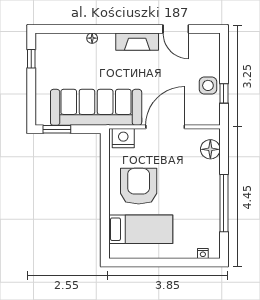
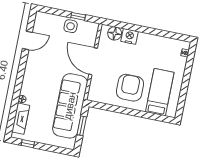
fireplace: (137, 42) -> (21, 119), moved
window: (57, 129) -> (82, 126), moved
nightstand: (123, 138) -> (130, 36), moved, turned 90
armchair: (139, 186) -> (130, 88), turned 90
window: (224, 203) -> (153, 31), removed

